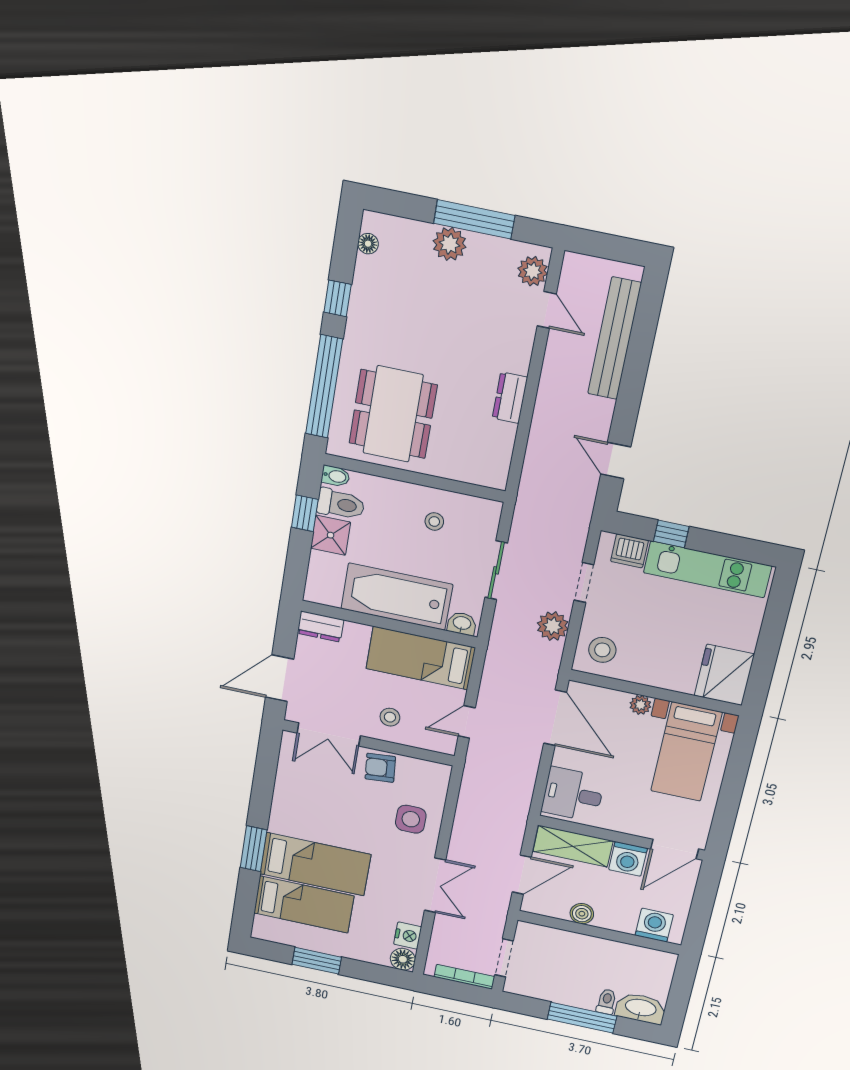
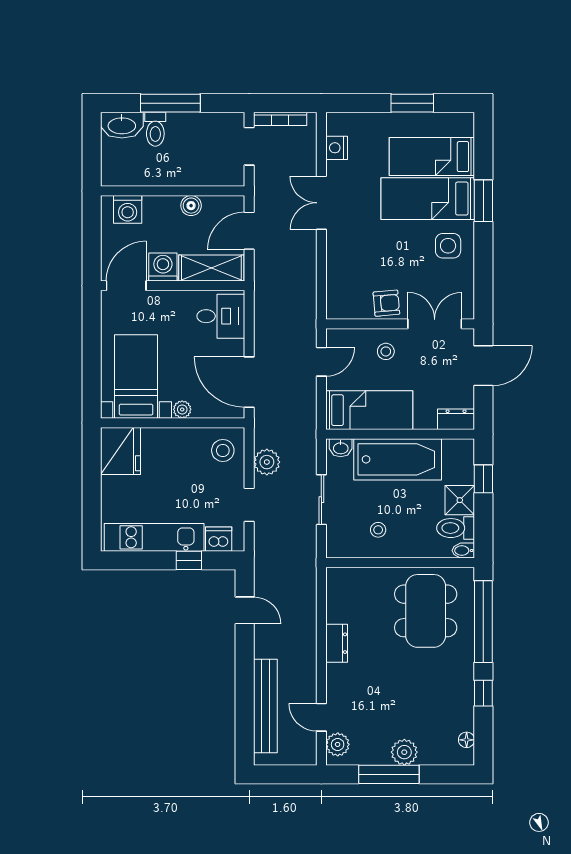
window: (305, 513) -> (483, 479), moved
side table: (411, 819) -> (448, 246), moved
floor lamp: (403, 959) -> (337, 123), removed
toilet: (607, 1002) -> (155, 129), width x1.37, depth x1.39

